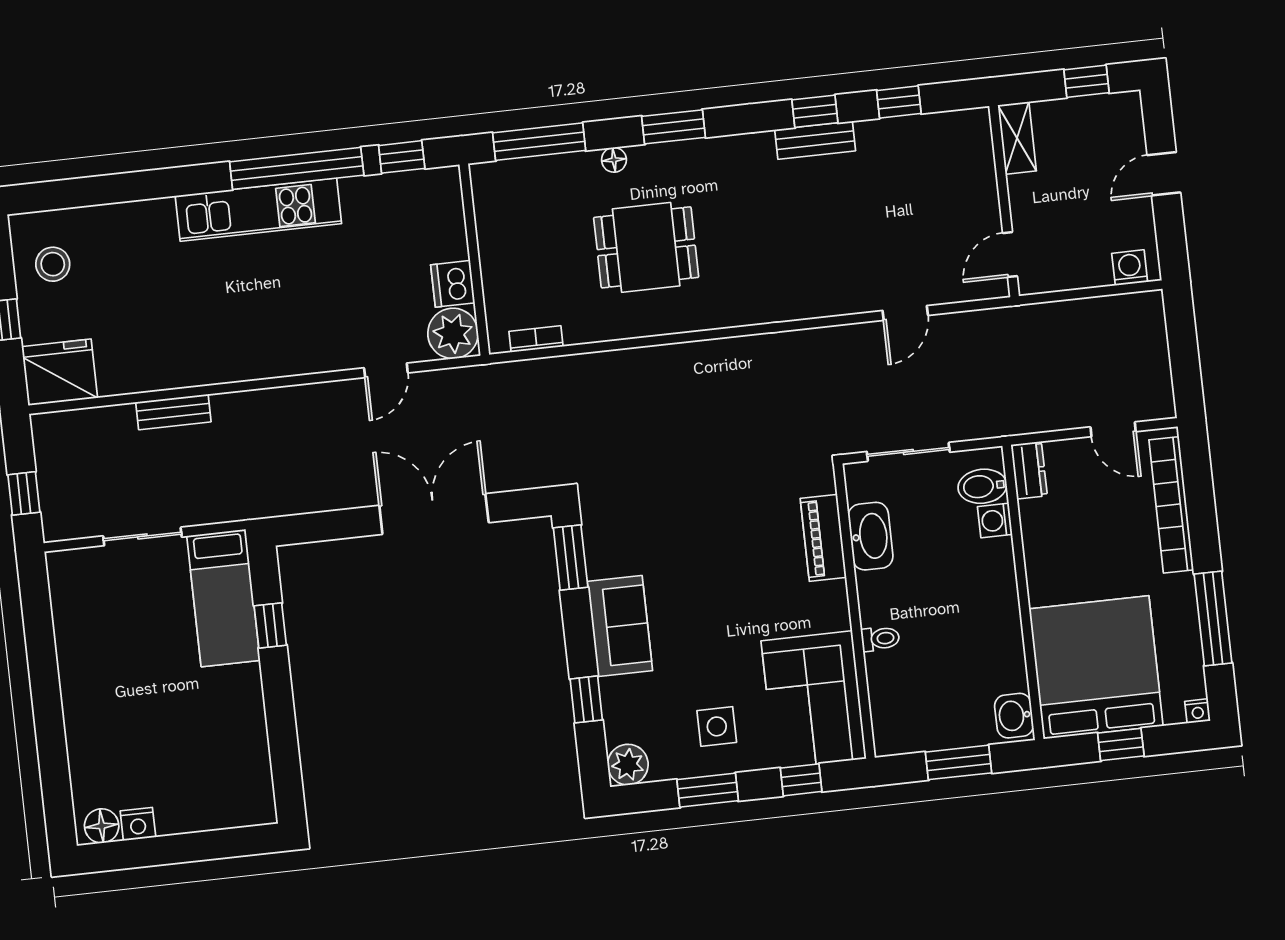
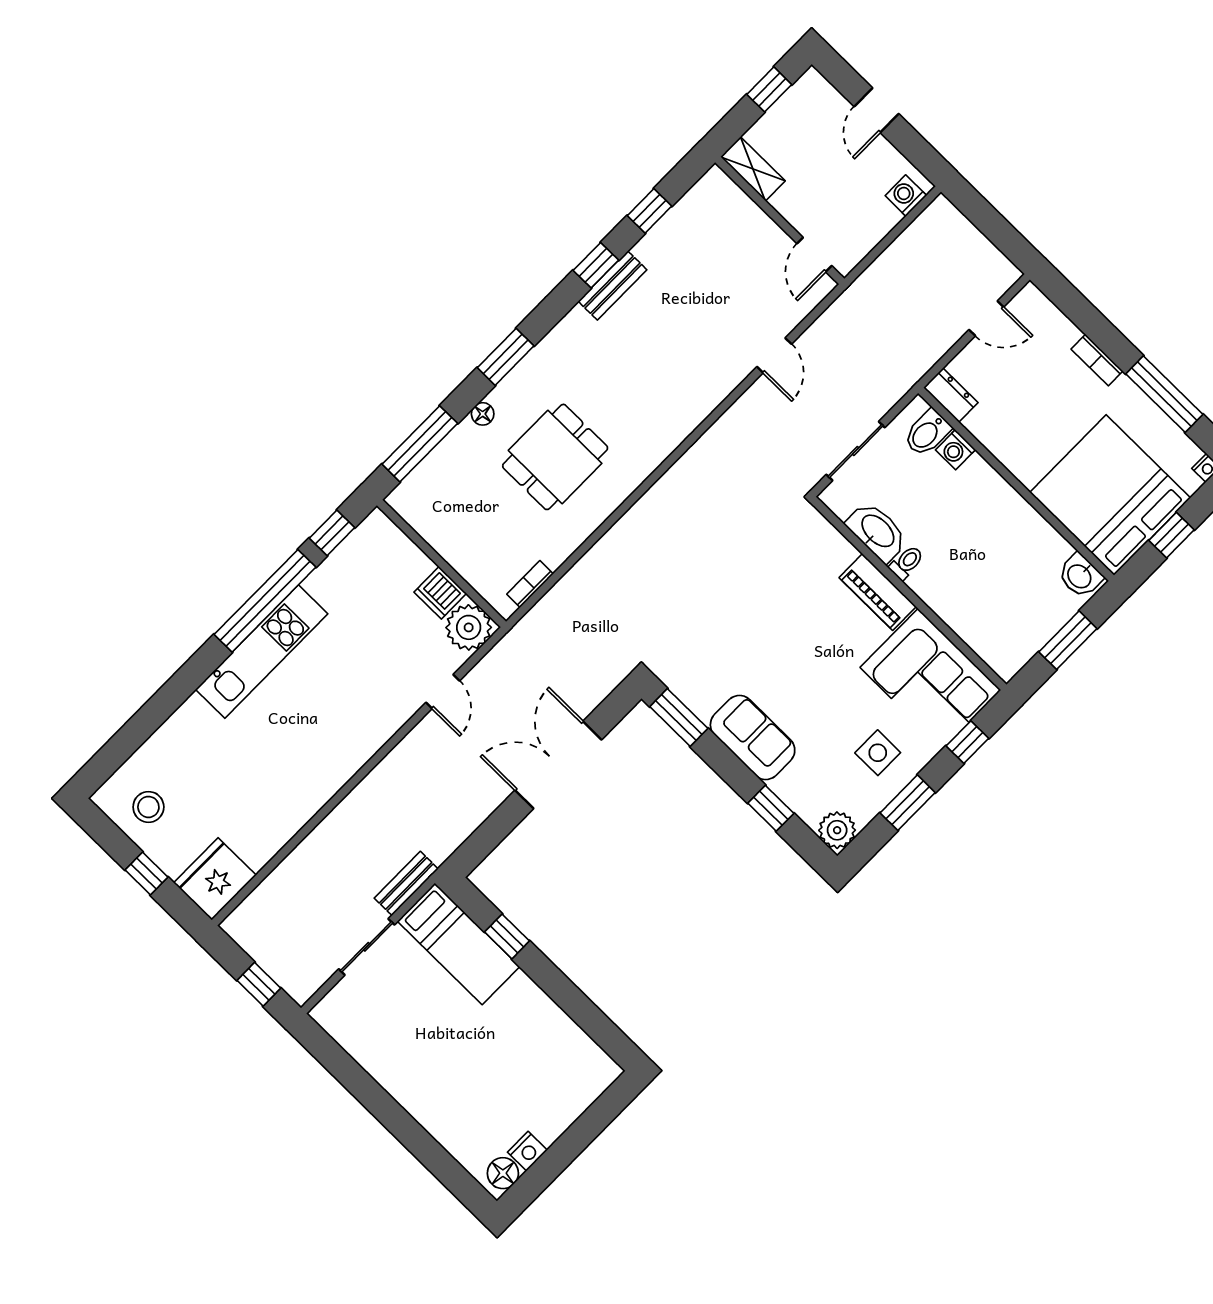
bench: (173, 412) -> (406, 883), moved
bookcase: (1171, 505) -> (1097, 360), width x0.43, depth x0.76
piano: (823, 538) -> (878, 592), moved
toilet: (880, 639) -> (907, 563), moved

